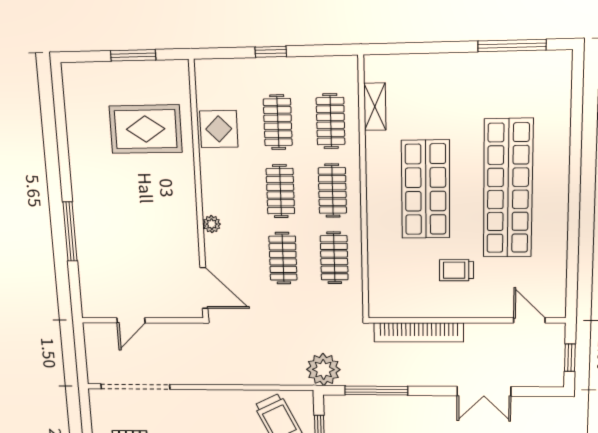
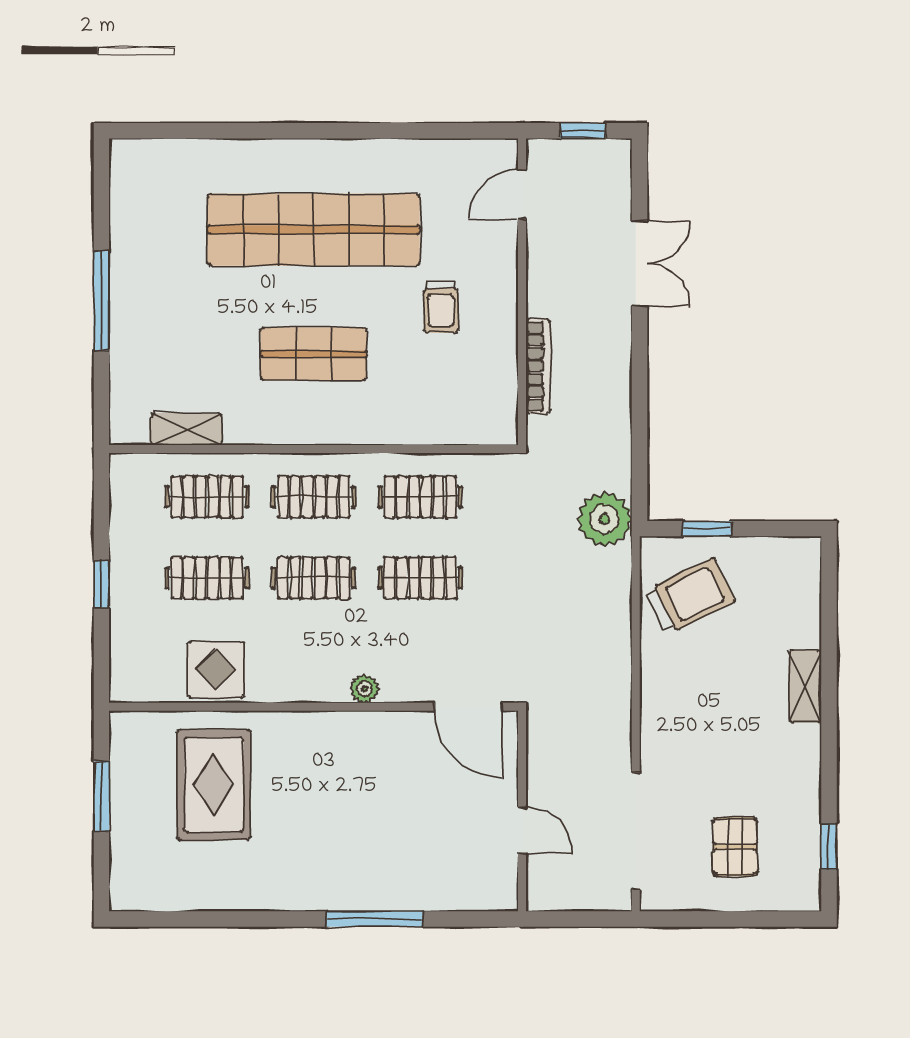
window: (512, 45) -> (101, 301), moved
shop shelf: (426, 189) -> (314, 354), width x0.70, depth x0.74
door: (204, 288) -> (468, 707), swing flipped
bookcase: (419, 332) -> (538, 366), width x0.68, depth x0.76
window: (376, 391) -> (640, 435), removed

